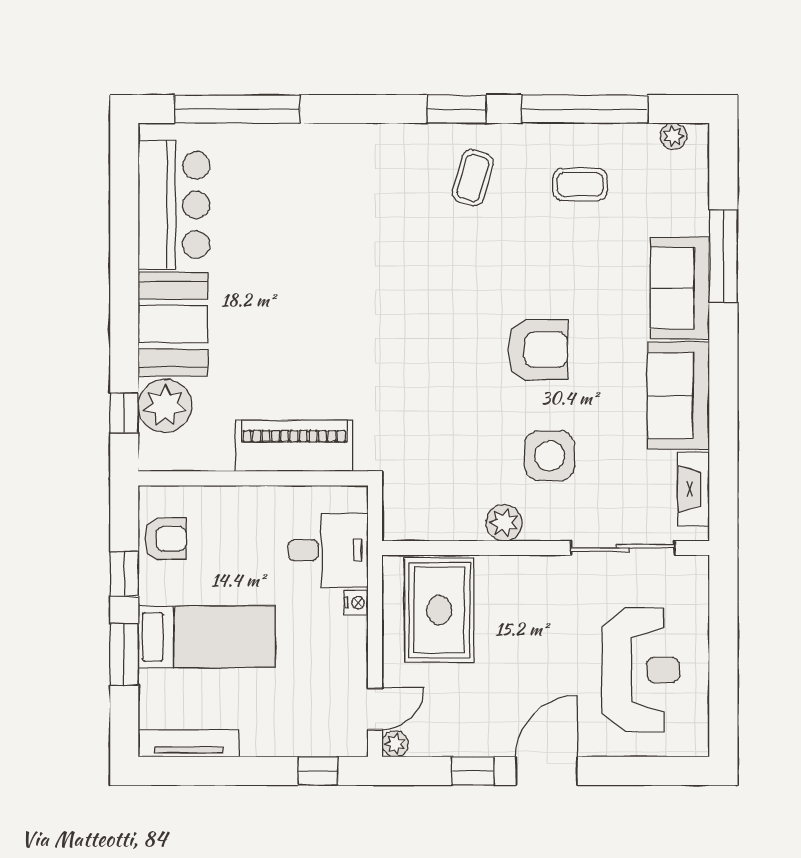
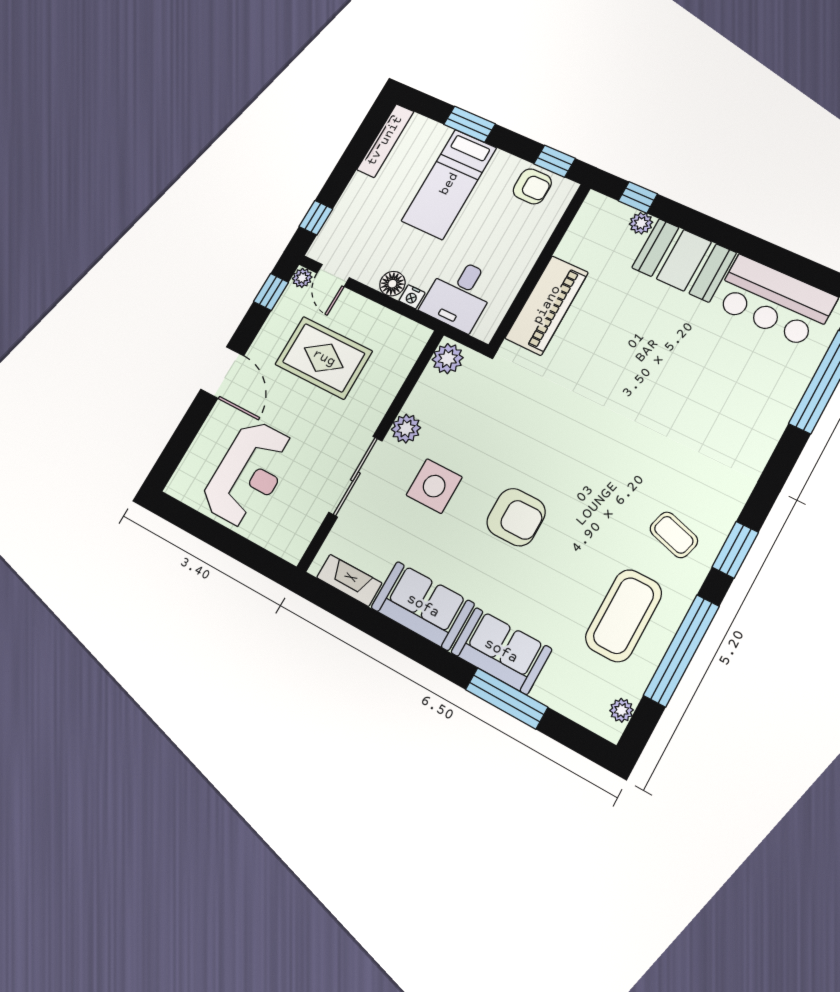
coffee table: (580, 184) -> (624, 616), width x1.86, depth x1.72
armchair: (538, 350) -> (516, 517), turned -90
plant: (165, 406) -> (641, 223), width x0.53, depth x0.53
plant: (406, 522) -> (448, 359), added
armchair: (165, 539) -> (532, 186), turned -90
sliding door: (623, 548) -> (355, 476), moved
window: (124, 574) -> (555, 161), moved
rug: (439, 610) -> (324, 358), moved
floor lamp: (352, 634) -> (392, 284), added
reception desk: (641, 670) -> (248, 474), turned -90
window: (473, 771) -> (271, 292), moved

